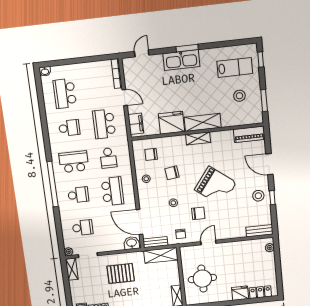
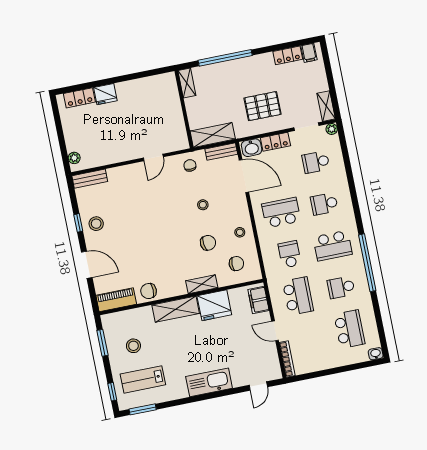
window: (187, 48) -> (143, 409), moved
shelving: (198, 138) -> (202, 284), moved
window: (53, 184) -> (367, 263), moved
grand piano: (216, 186) -> (152, 231), removed
school desk: (112, 191) -> (281, 213), turned 90
chair: (198, 213) -> (149, 291), moved
locker: (113, 246) -> (275, 142), added
round table: (202, 279) -> (156, 109), removed

